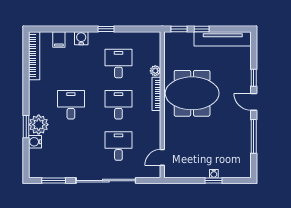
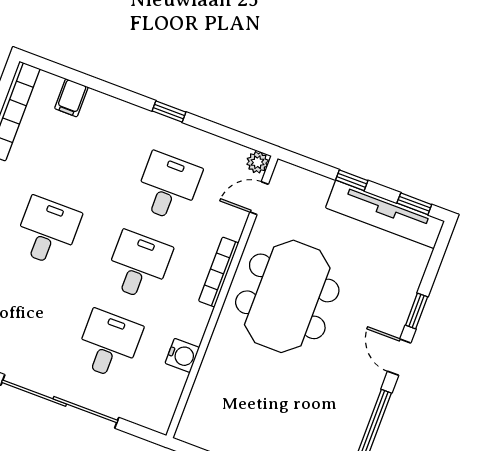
window: (179, 29) -> (414, 204), moved
water cooler: (81, 38) -> (182, 355), moved, turned 90
plant: (155, 71) -> (257, 162), moved
meeting table: (192, 93) -> (287, 296), turned 90
door: (162, 157) -> (259, 198), moved

